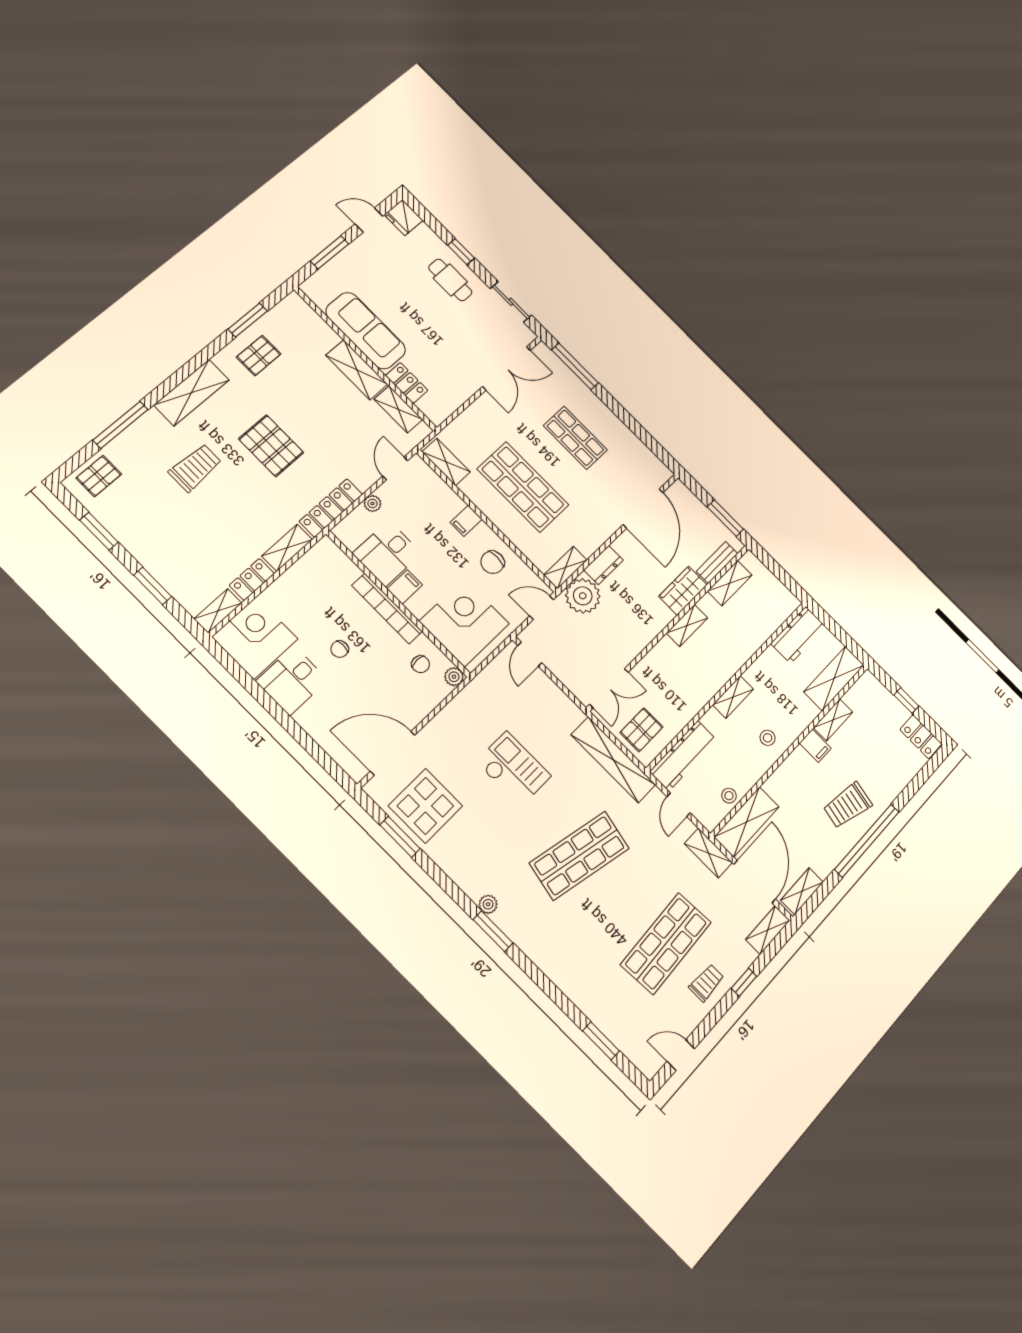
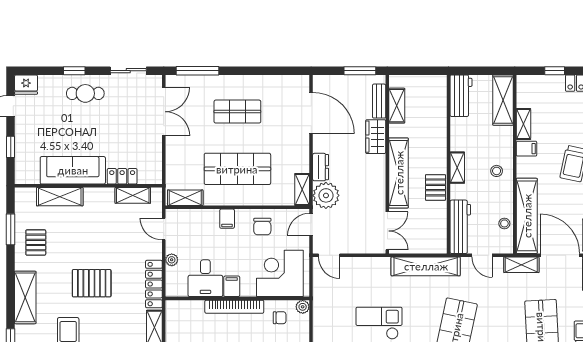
window: (330, 252) -> (11, 147), width x0.67
shelving: (357, 370) -> (60, 197), moved
shelving: (687, 626) -> (399, 173), width x2.20, depth x1.33
pallet: (642, 730) -> (435, 187), moved
shelving: (747, 822) -> (527, 216), width x1.47

